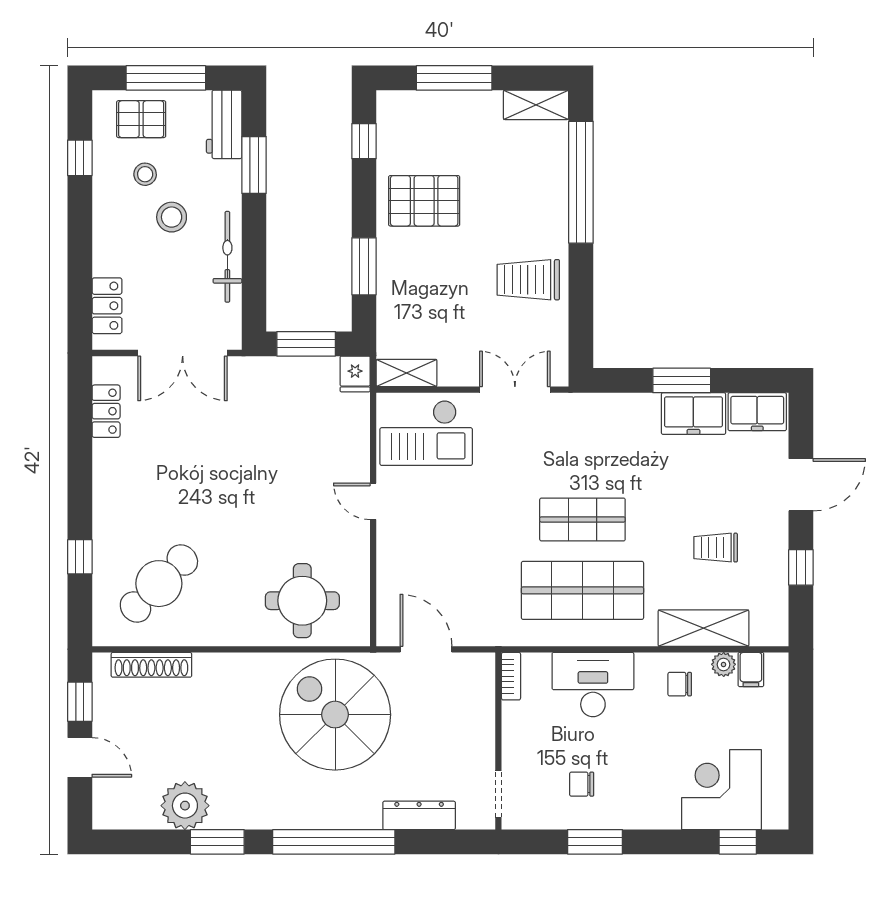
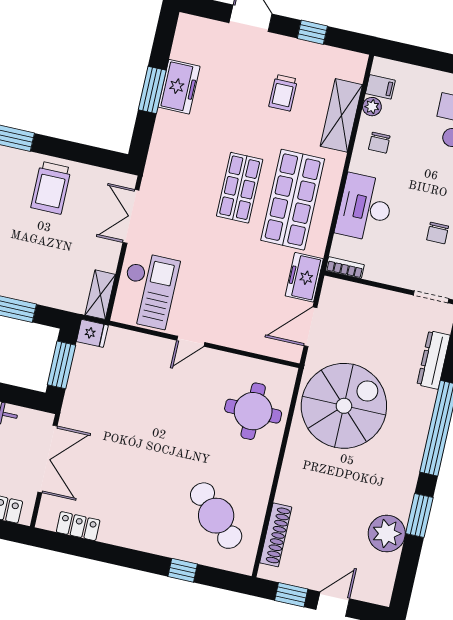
freezer: (757, 412) -> (304, 277), moved, turned 180
spiral stairs: (335, 715) -> (344, 406), turned 180

